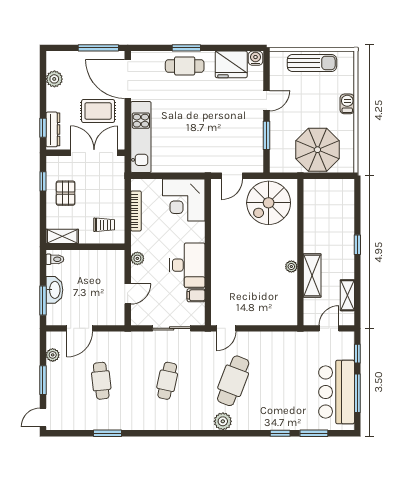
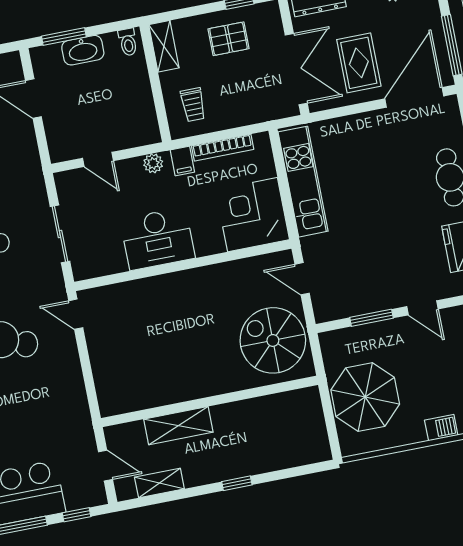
kitchen unit: (141, 137) -> (303, 182), moved, turned -90
plant: (291, 267) -> (186, 392), removed
filing cabinet: (196, 295) -> (182, 161), moved, turned 180

